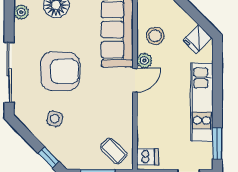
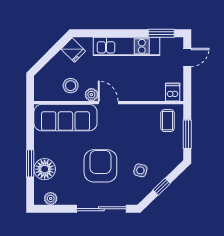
coffee table: (114, 151) -> (168, 121), turned -44
window: (49, 158) -> (162, 187), moved

